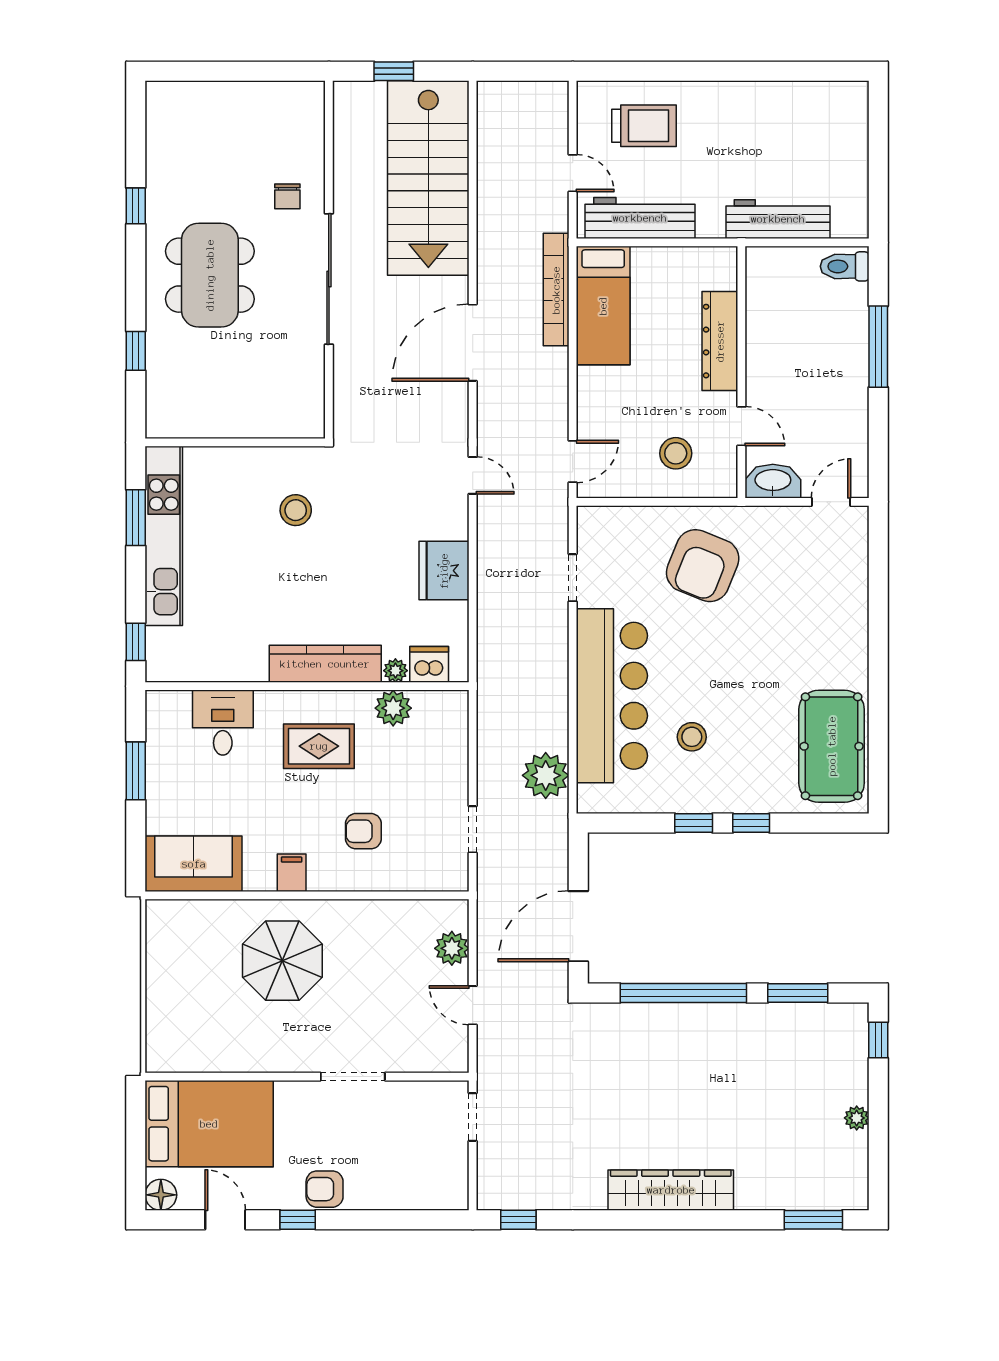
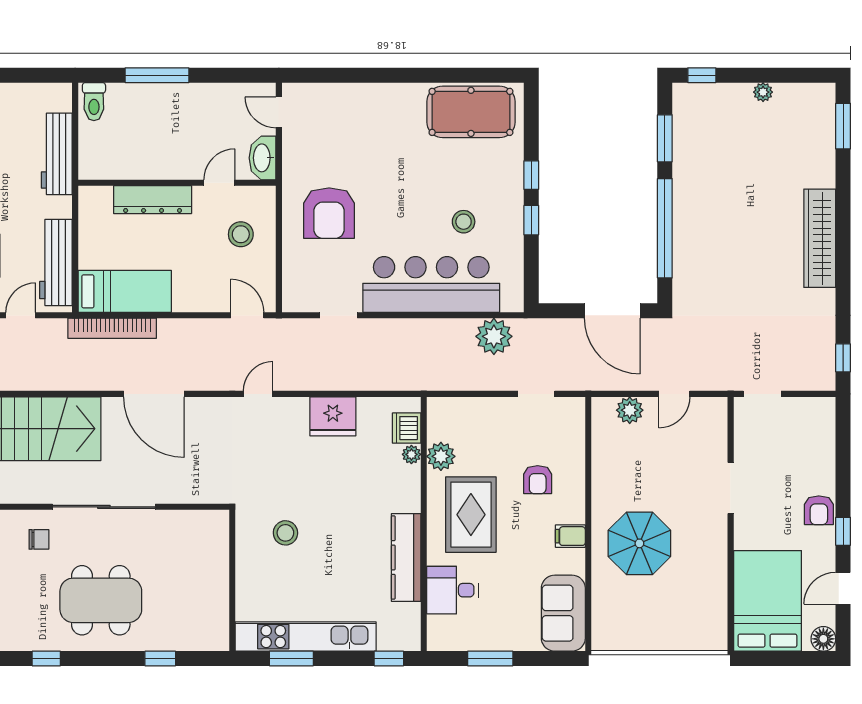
armchair: (703, 566) -> (329, 213), turned 68
kitchen counter: (325, 664) -> (406, 557), moved
rug: (319, 746) -> (471, 515), width x1.36, depth x1.43

